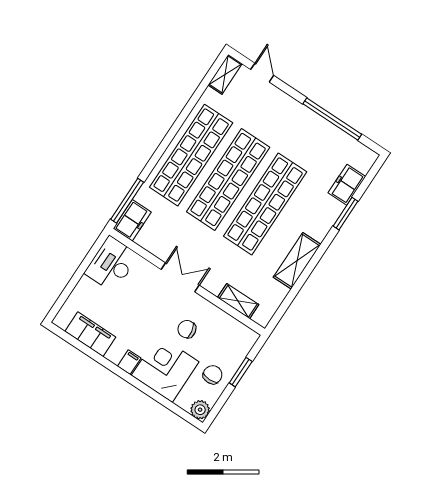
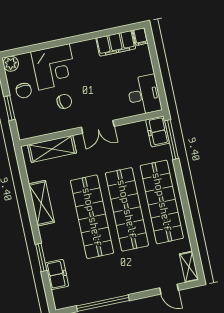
shelving: (238, 301) -> (52, 149), width x1.50, depth x1.33
filing cabinet: (129, 362) -> (140, 37), moved

